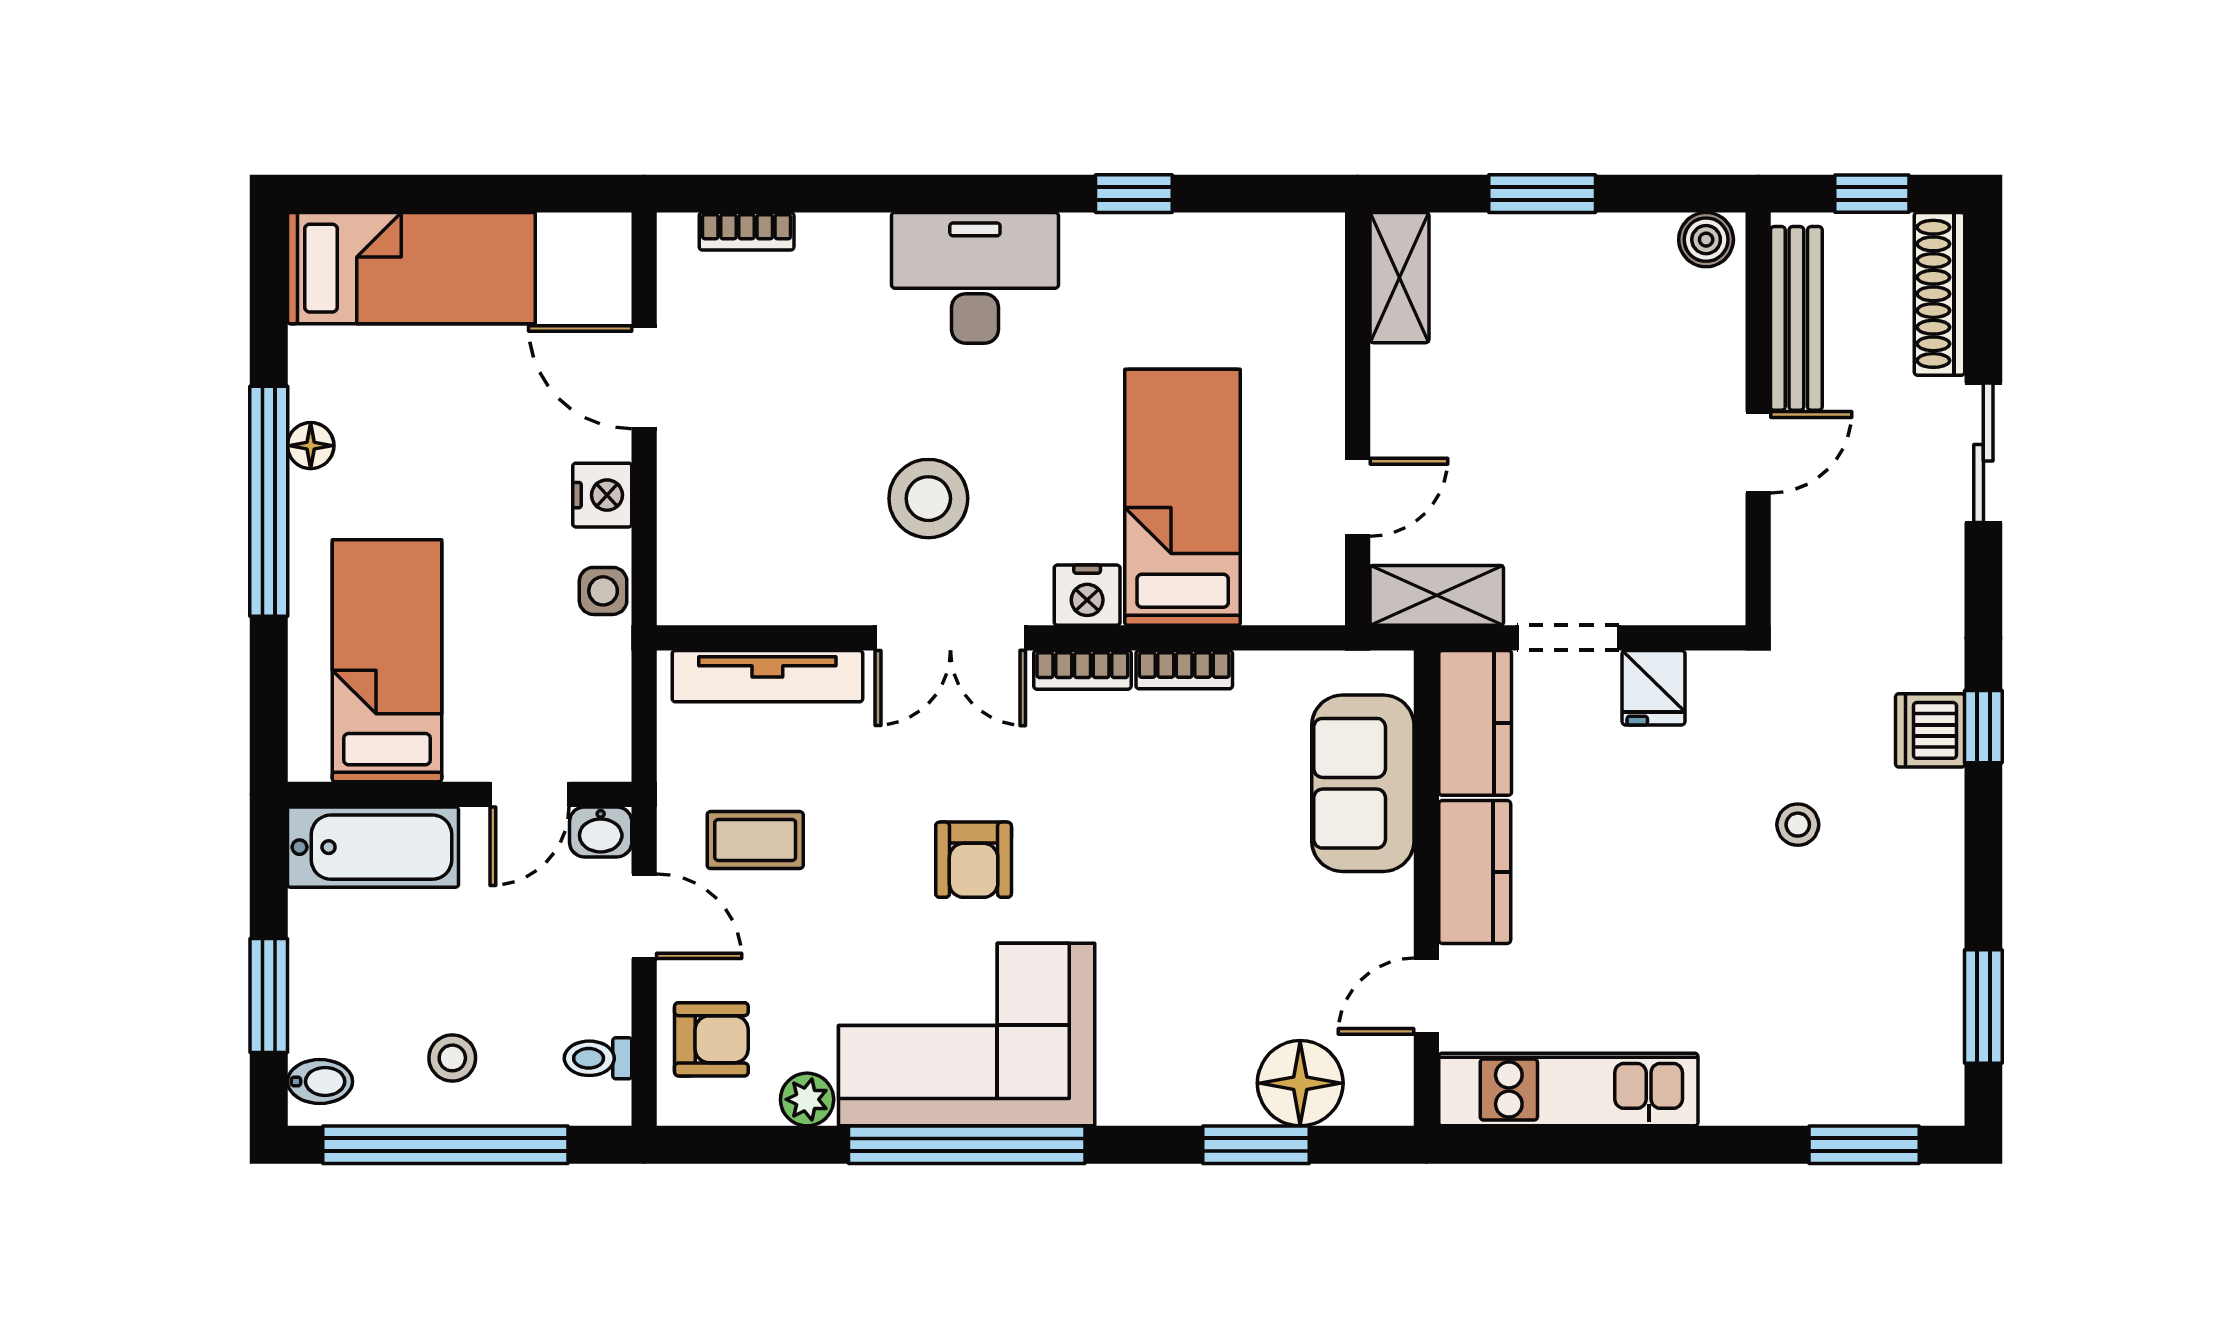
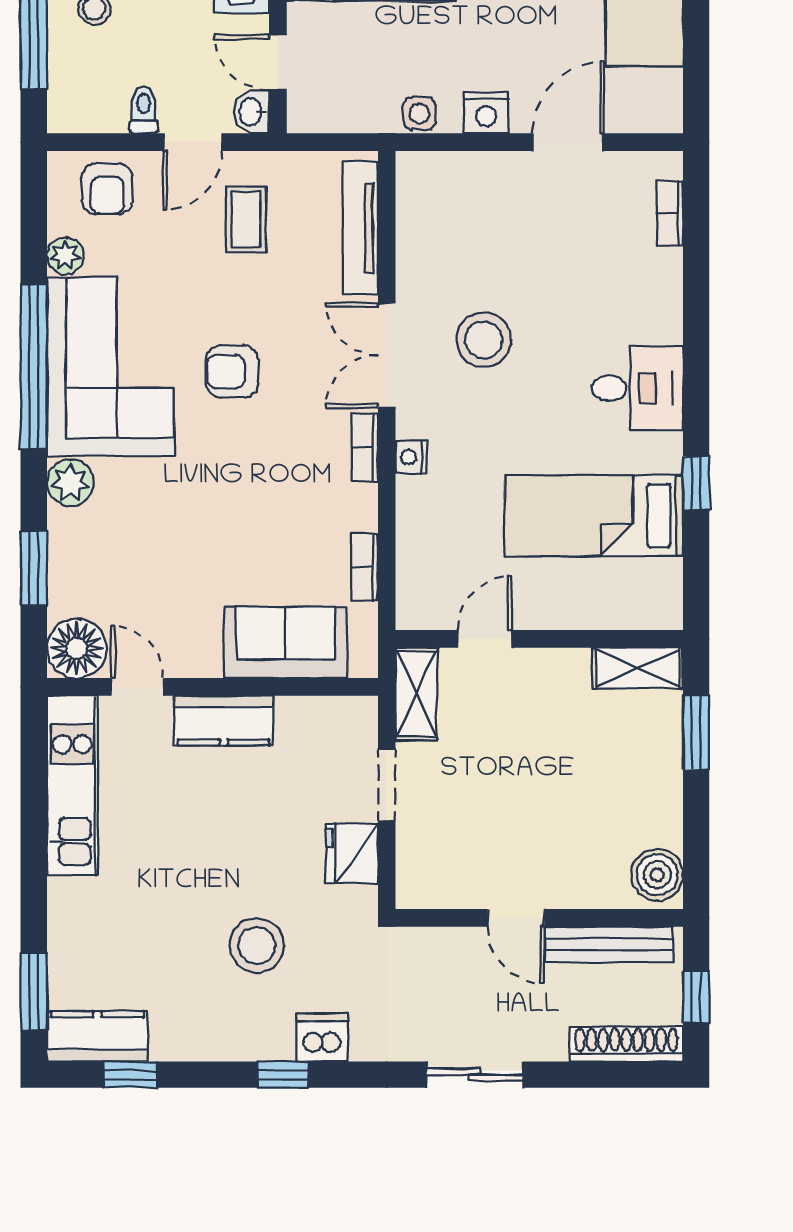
window: (1542, 194) -> (696, 732), moved
boiler: (1706, 240) -> (657, 875), width x1.36, depth x1.36
desk: (975, 278) -> (637, 388), width x0.73
sliding door: (1983, 453) -> (475, 1075), moved
bed: (1183, 497) -> (594, 516), moved, turned 180
door: (1358, 497) -> (485, 639), swing flipped
nightstand: (1087, 595) -> (411, 457), width x0.72, depth x0.74
bookcase: (1184, 670) -> (365, 567), moved
fridge: (1654, 688) -> (352, 853), width x1.38
kitchen counter: (1475, 723) -> (97, 1036), moved, turned 180
window: (1983, 727) -> (283, 1075), moved
stool: (1798, 825) -> (257, 945), width x1.89, depth x1.89
window: (1983, 1007) -> (130, 1075), width x0.67
toilet: (598, 1058) -> (144, 110), moved
floor lamp: (1300, 1083) -> (77, 648), moved
plant: (1133, 1092) -> (70, 483), added

